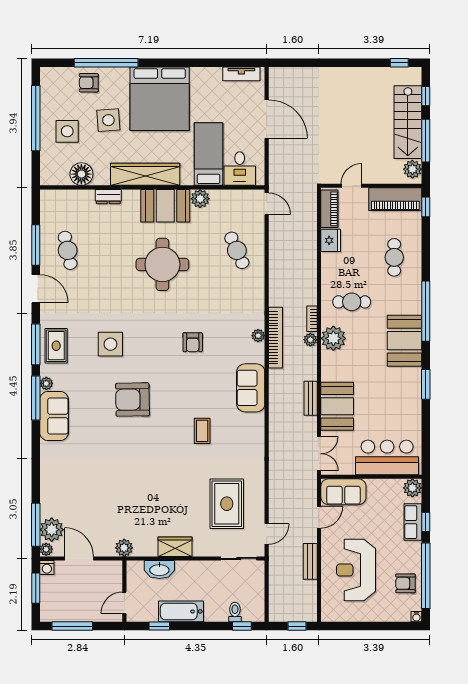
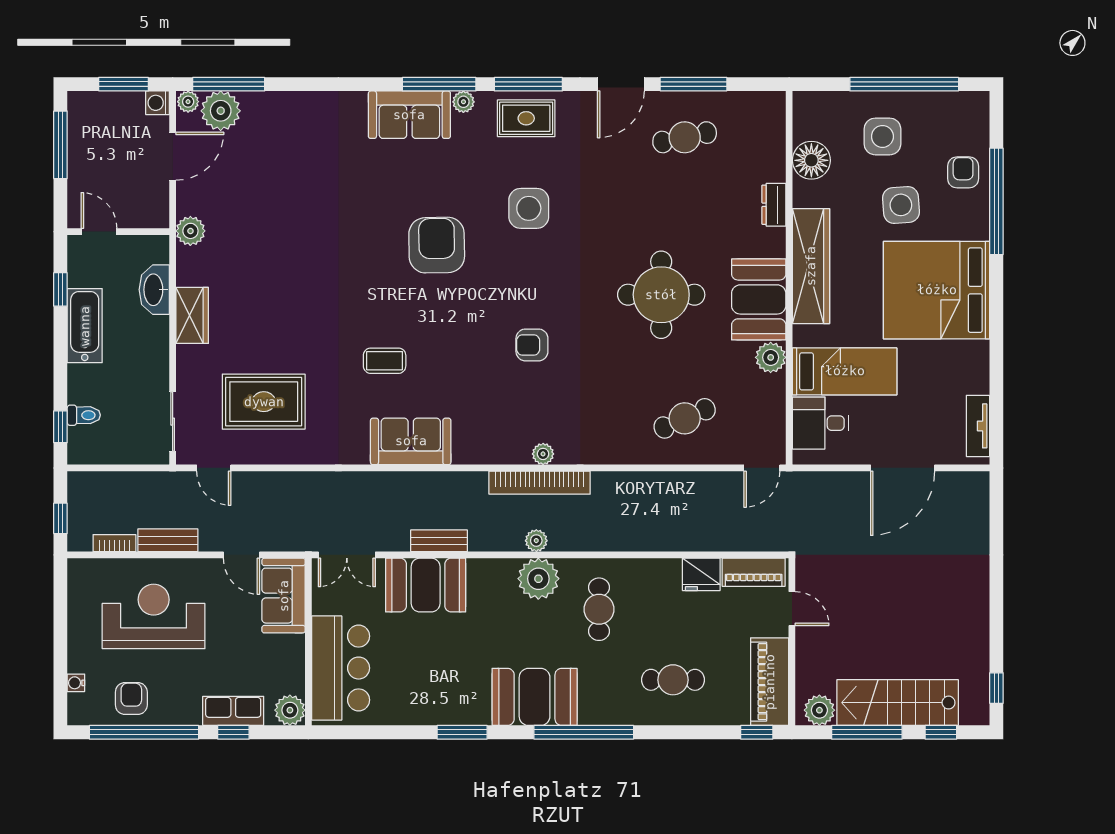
bookcase: (312, 319) -> (114, 543), moved
sofa: (251, 388) -> (411, 441), moved
water cooler: (416, 617) -> (76, 683), moved

